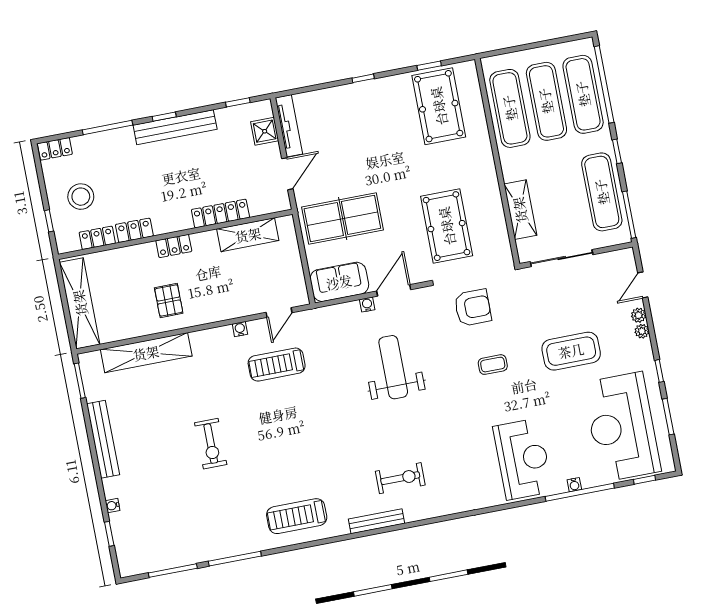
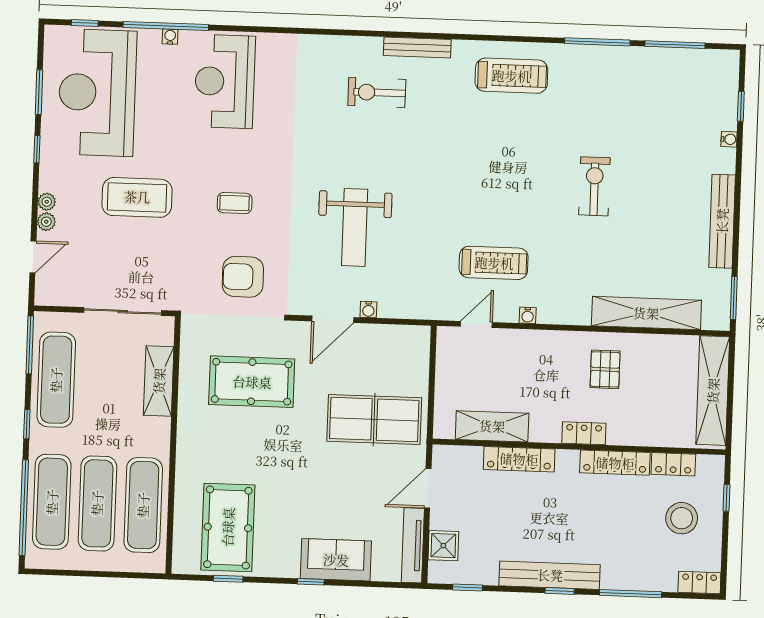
pool table: (447, 226) -> (252, 382), turned 90
locker: (134, 230) -> (615, 463), width x1.53
sofa: (339, 282) -> (336, 560), moved, turned 180
reception desk: (622, 427) -> (97, 93), turned 180

